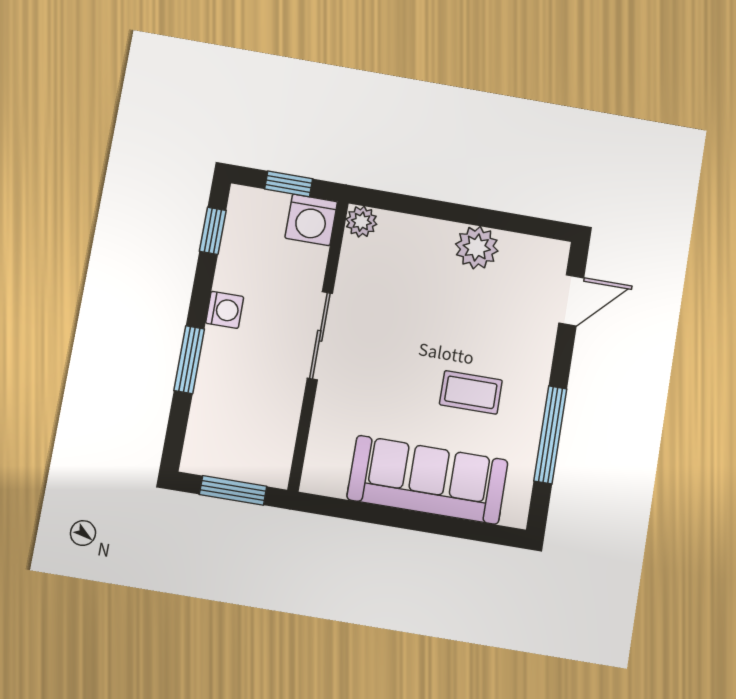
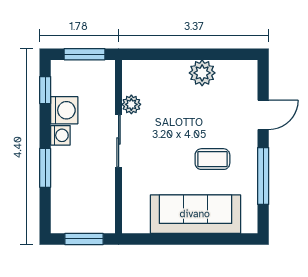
window: (289, 184) -> (85, 54), width x1.50
washing machine: (311, 220) -> (64, 110), moved, turned -90
plant: (361, 222) -> (131, 104), moved
door: (571, 300) -> (263, 115), moved

